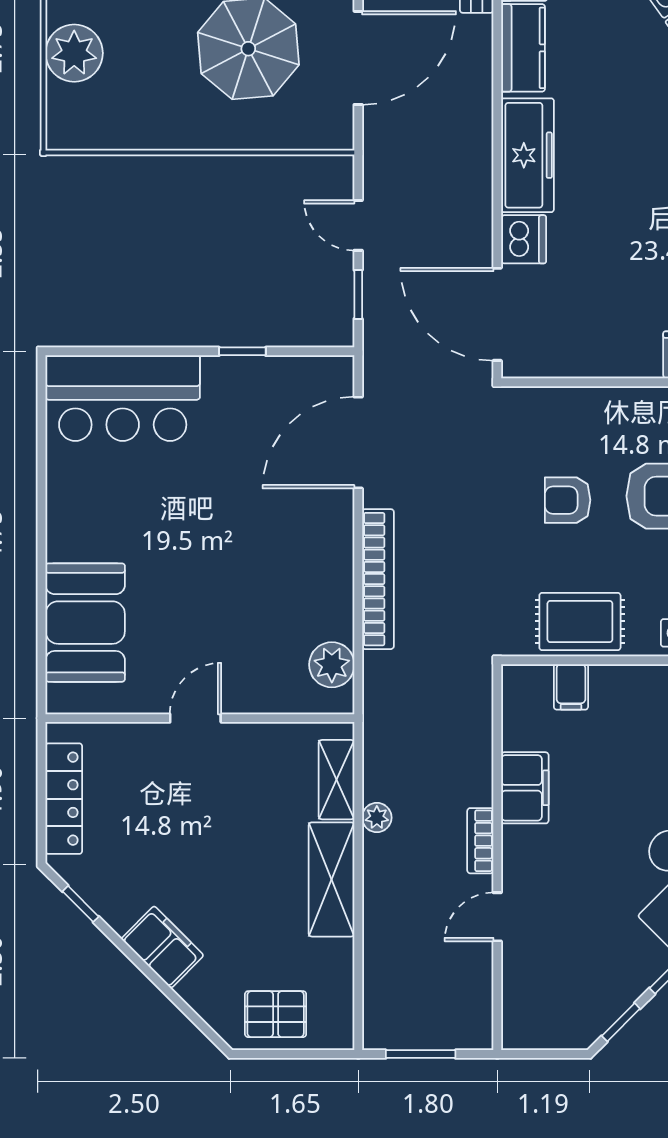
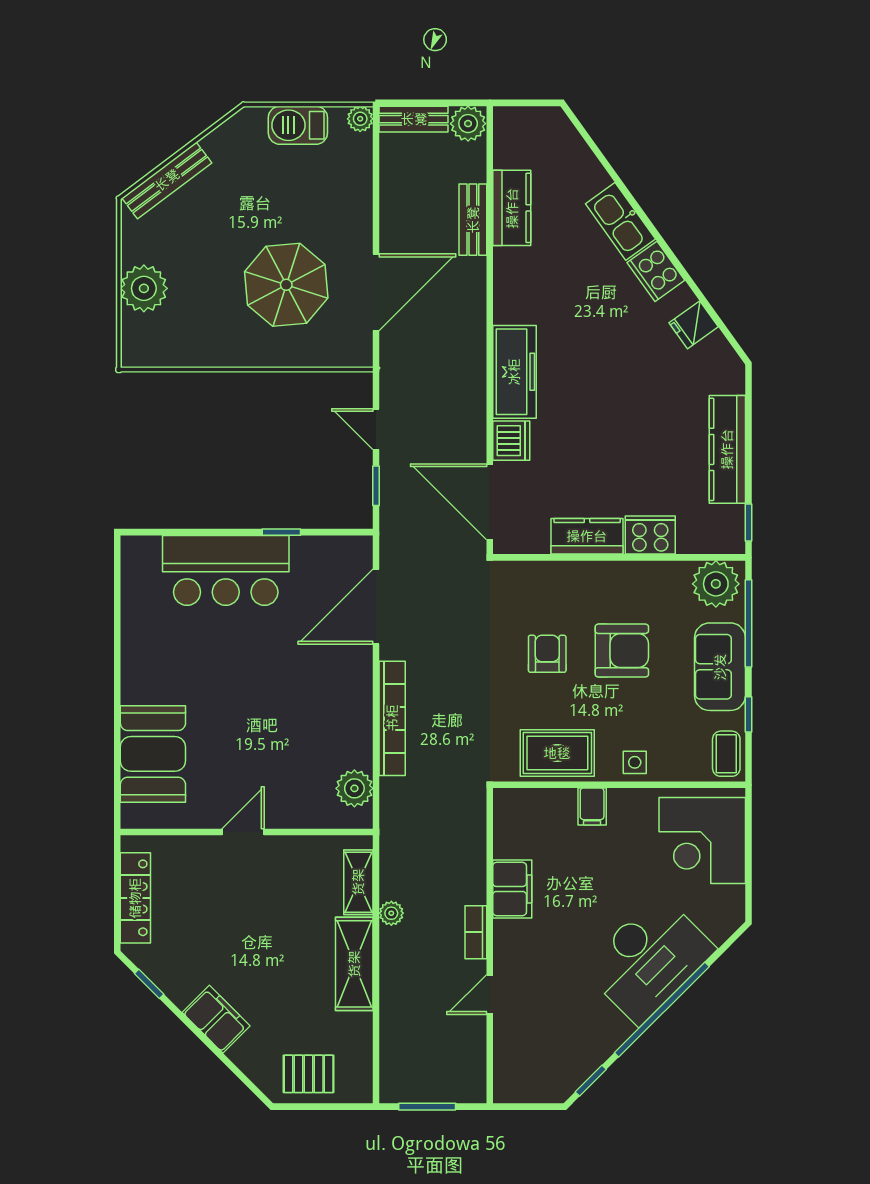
kitchen counter: (523, 48) -> (587, 536), moved, turned -90
bar counter: (123, 398) -> (226, 570), moved
armchair: (568, 500) -> (547, 654), turned 90
filing cabinet: (571, 687) -> (592, 806), moved

